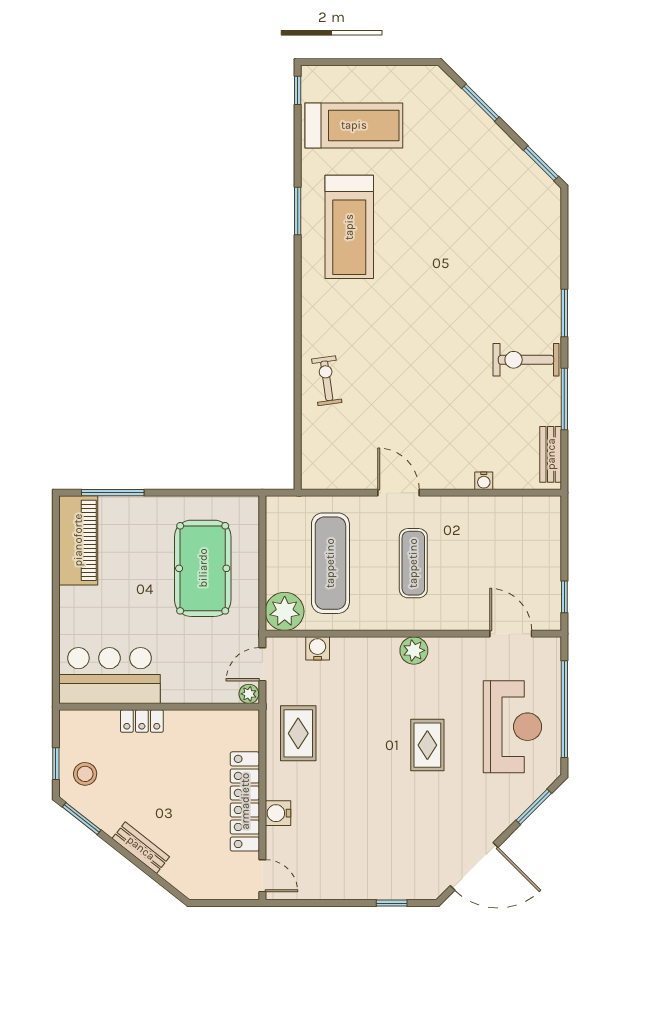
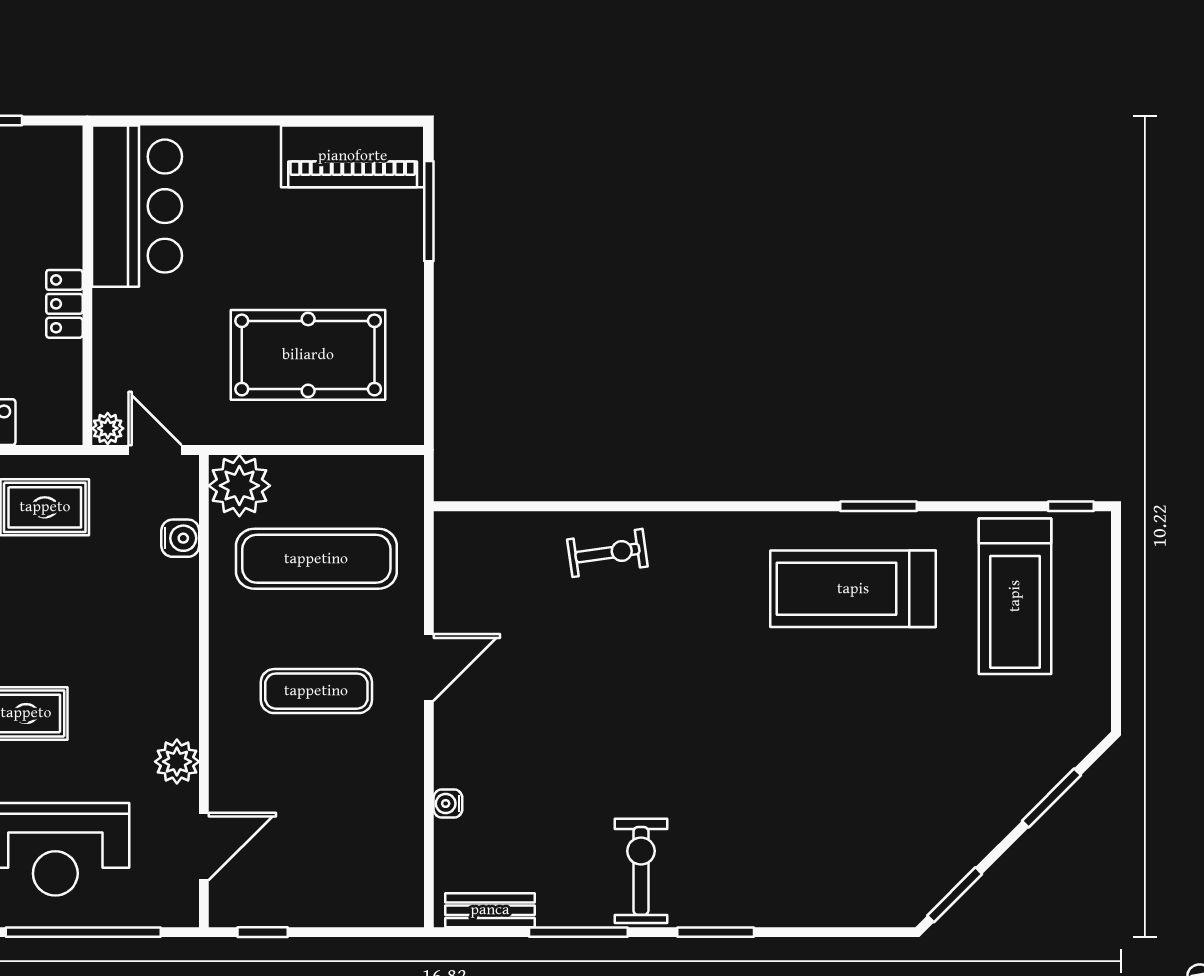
plant: (414, 650) -> (177, 762), moved
locker: (142, 721) -> (64, 304), moved

